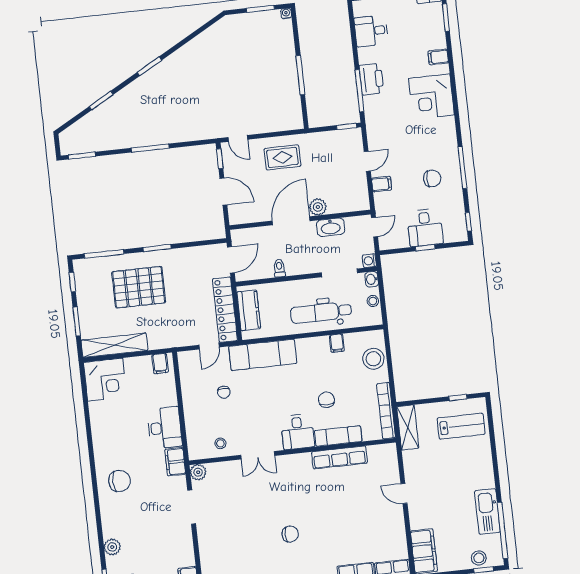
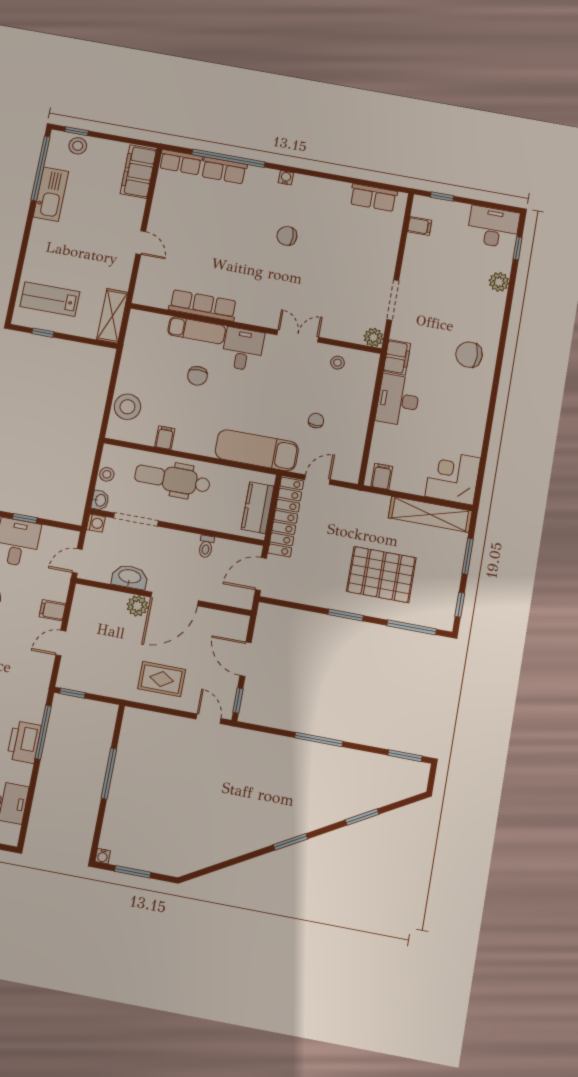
dental chair: (321, 313) -> (172, 479), turned 180
bookcase: (386, 411) -> (132, 343), removed

